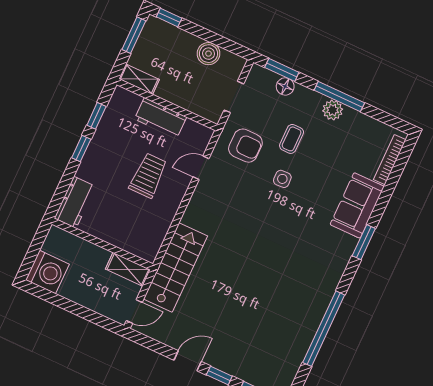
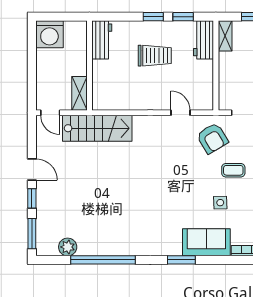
workbench: (161, 118) -> (204, 40), moved
armchair: (245, 146) -> (212, 138), turned -31
trolley: (148, 175) -> (155, 56), moved
side table: (282, 179) -> (220, 203), moved
workbench: (75, 202) -> (102, 40), moved, turned -90
plant: (291, 361) -> (68, 247), added

